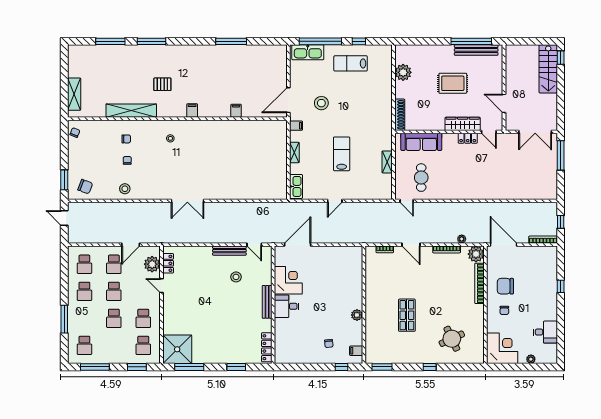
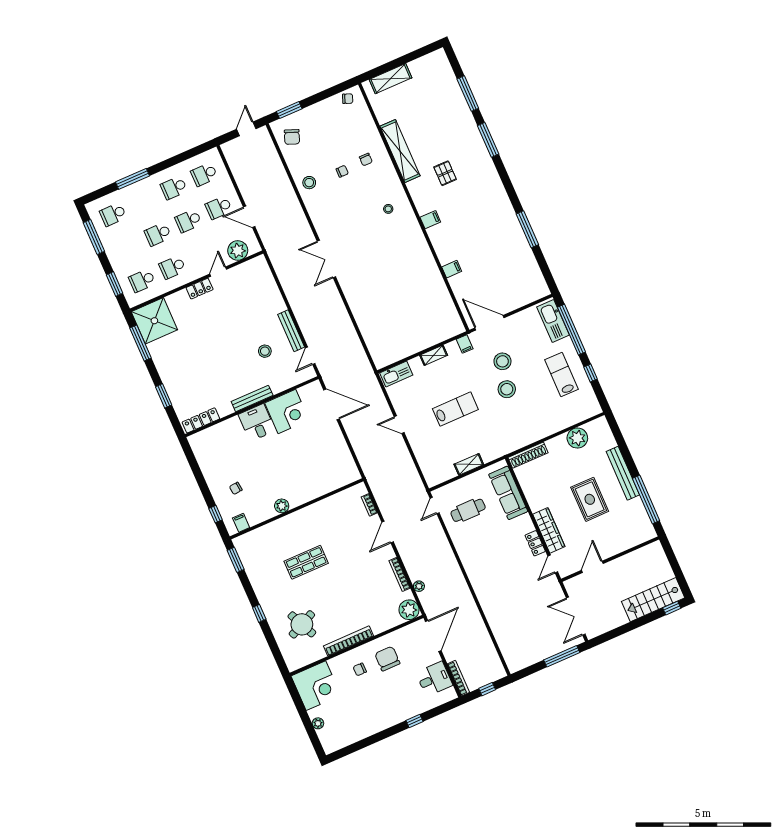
bench: (476, 50) -> (623, 473), moved
stool: (344, 109) -> (507, 389), added
locker: (168, 263) -> (200, 289), moved
bookcase: (479, 283) -> (348, 641), moved
desk: (545, 332) -> (434, 679), moved, turned -90

